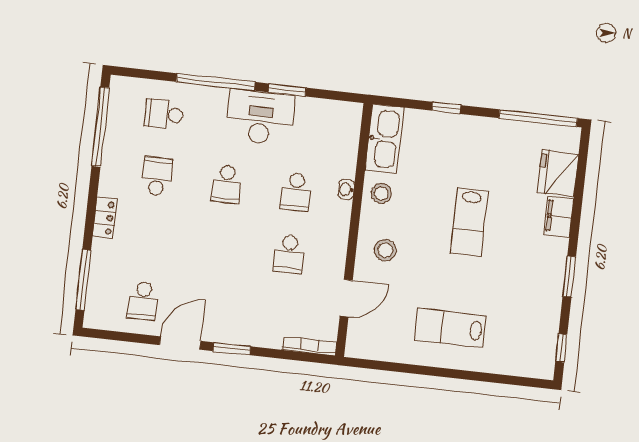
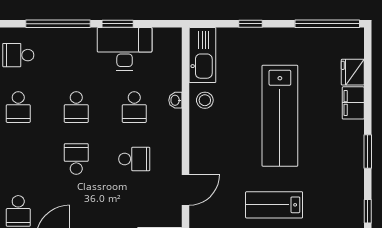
desk: (260, 117) -> (125, 49), moved
fridge: (558, 173) -> (353, 72), width x0.73, depth x0.75
school desk: (157, 176) -> (18, 107), turned 180
lab bench: (469, 222) -> (280, 116), width x1.86, depth x1.39
school desk: (219, 246) -> (76, 159), added
stool: (385, 250) -> (213, 147), removed
school desk: (289, 254) -> (134, 159), turned -90

